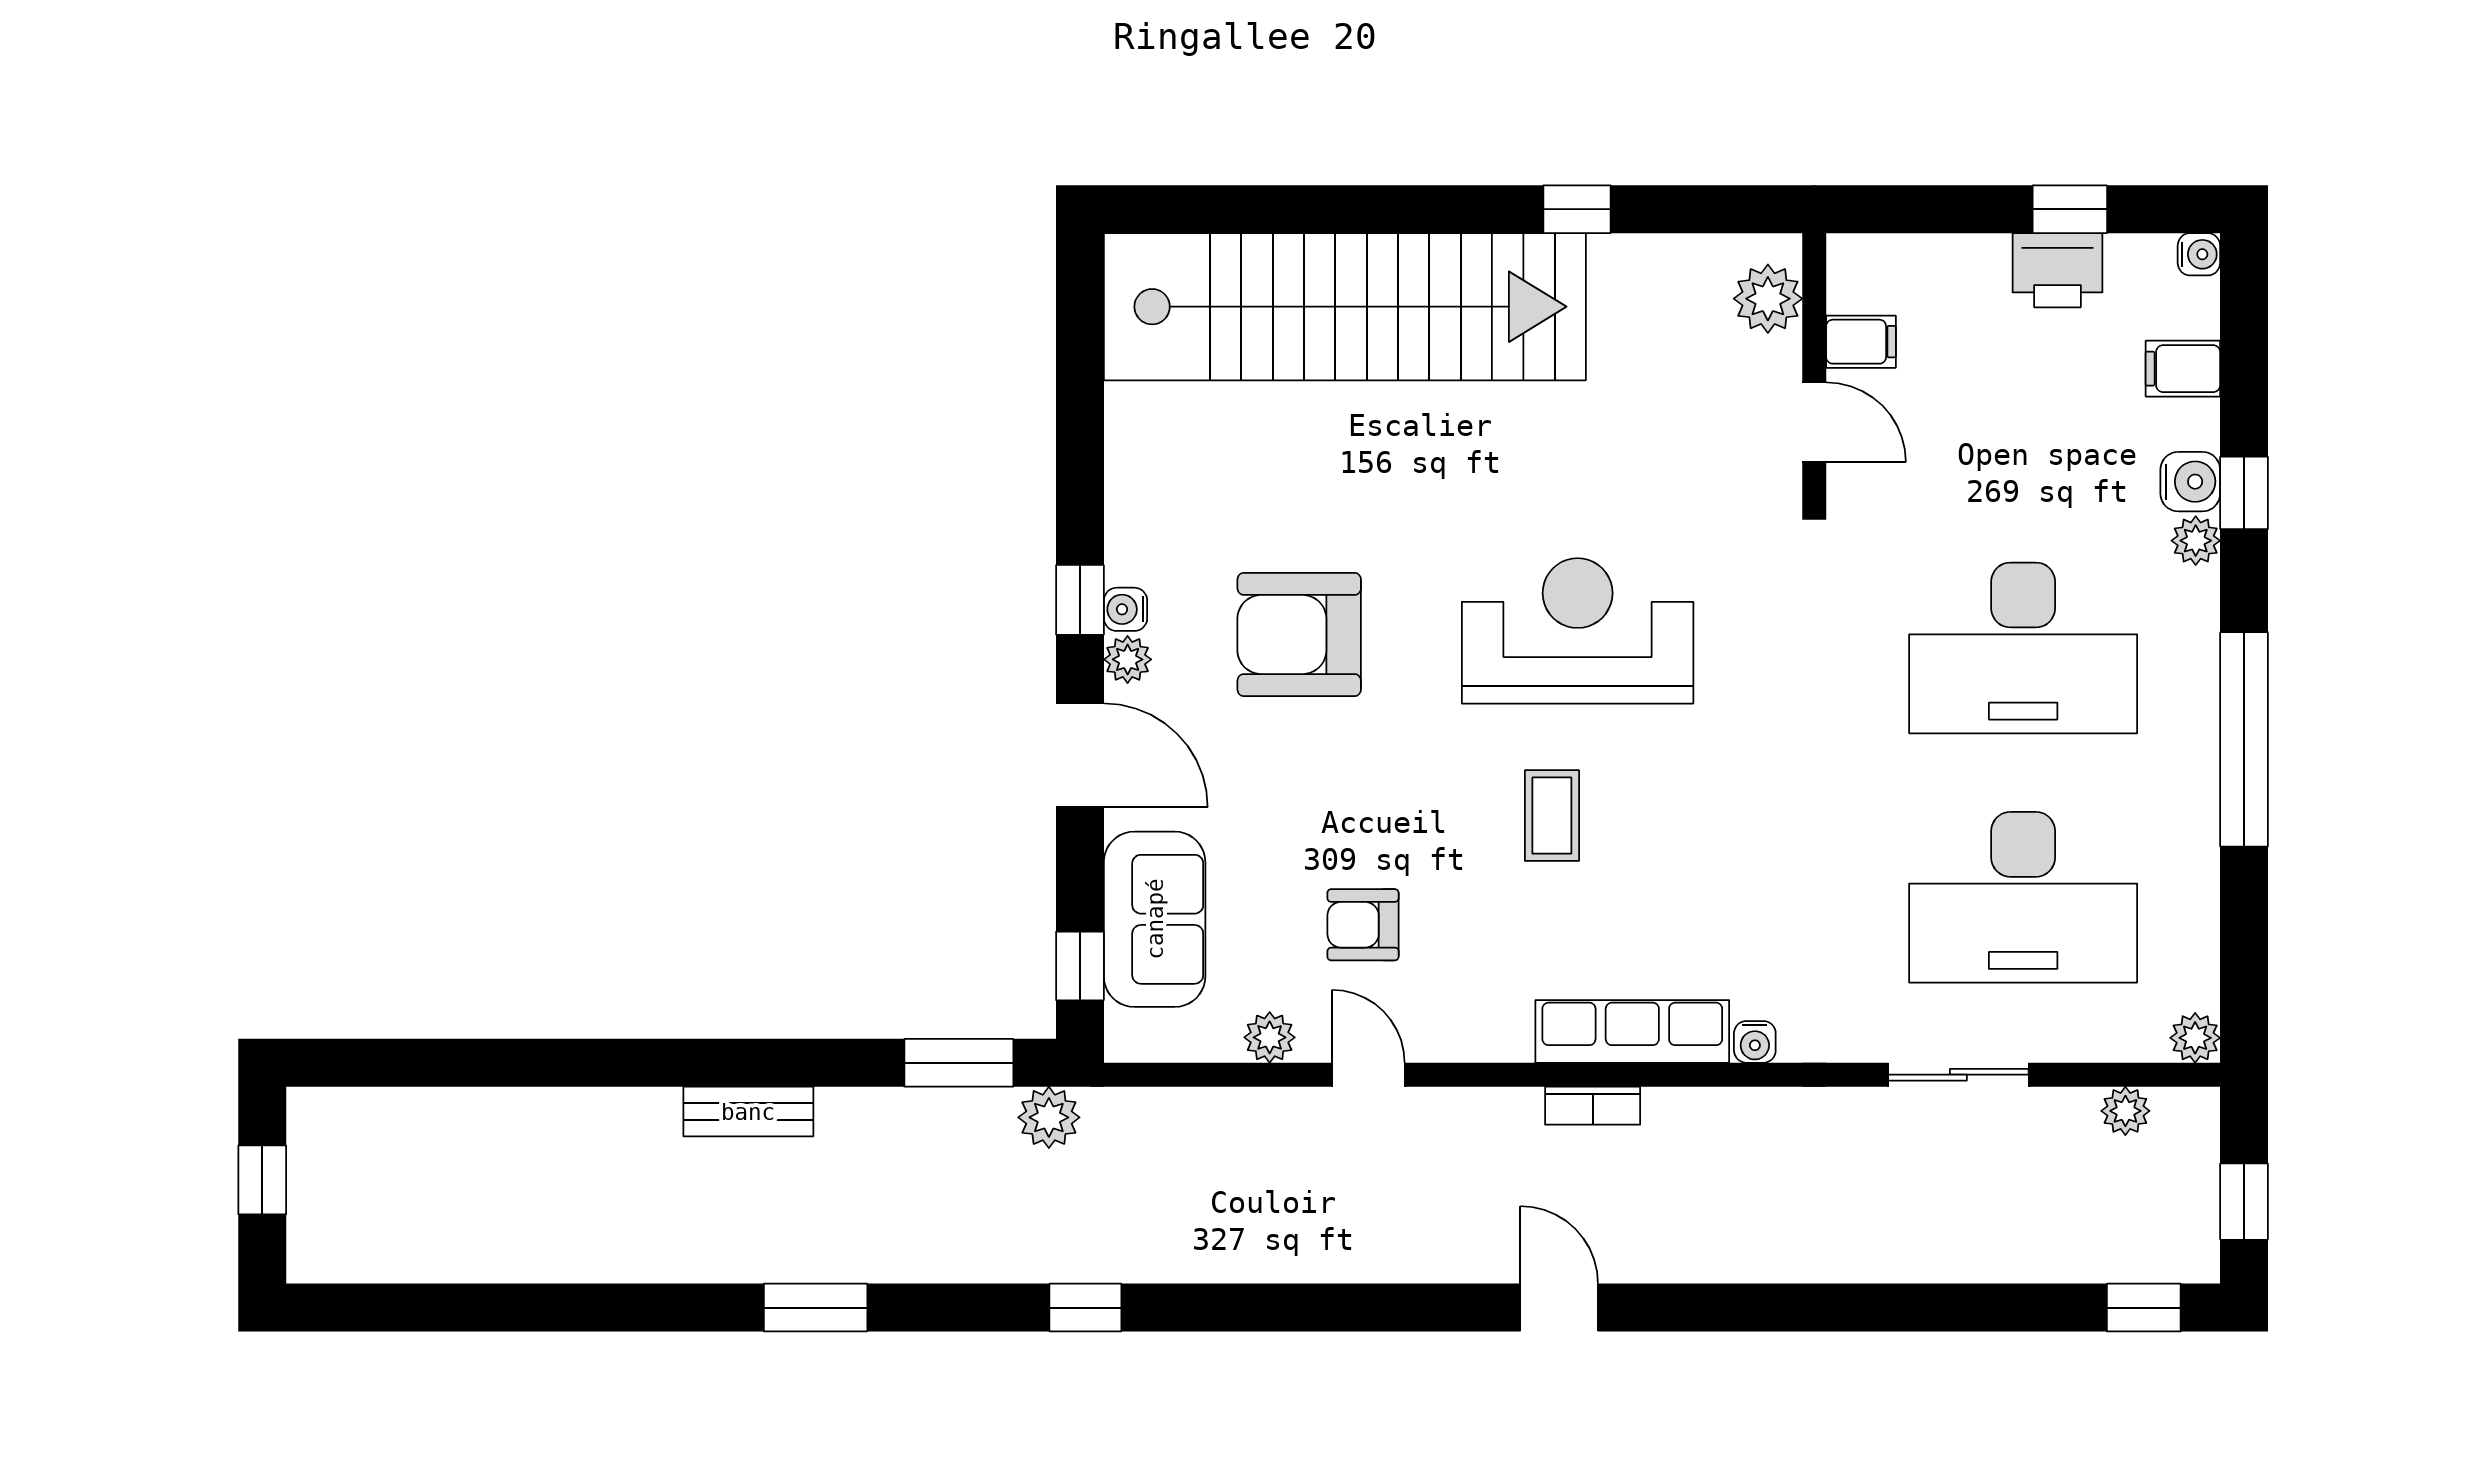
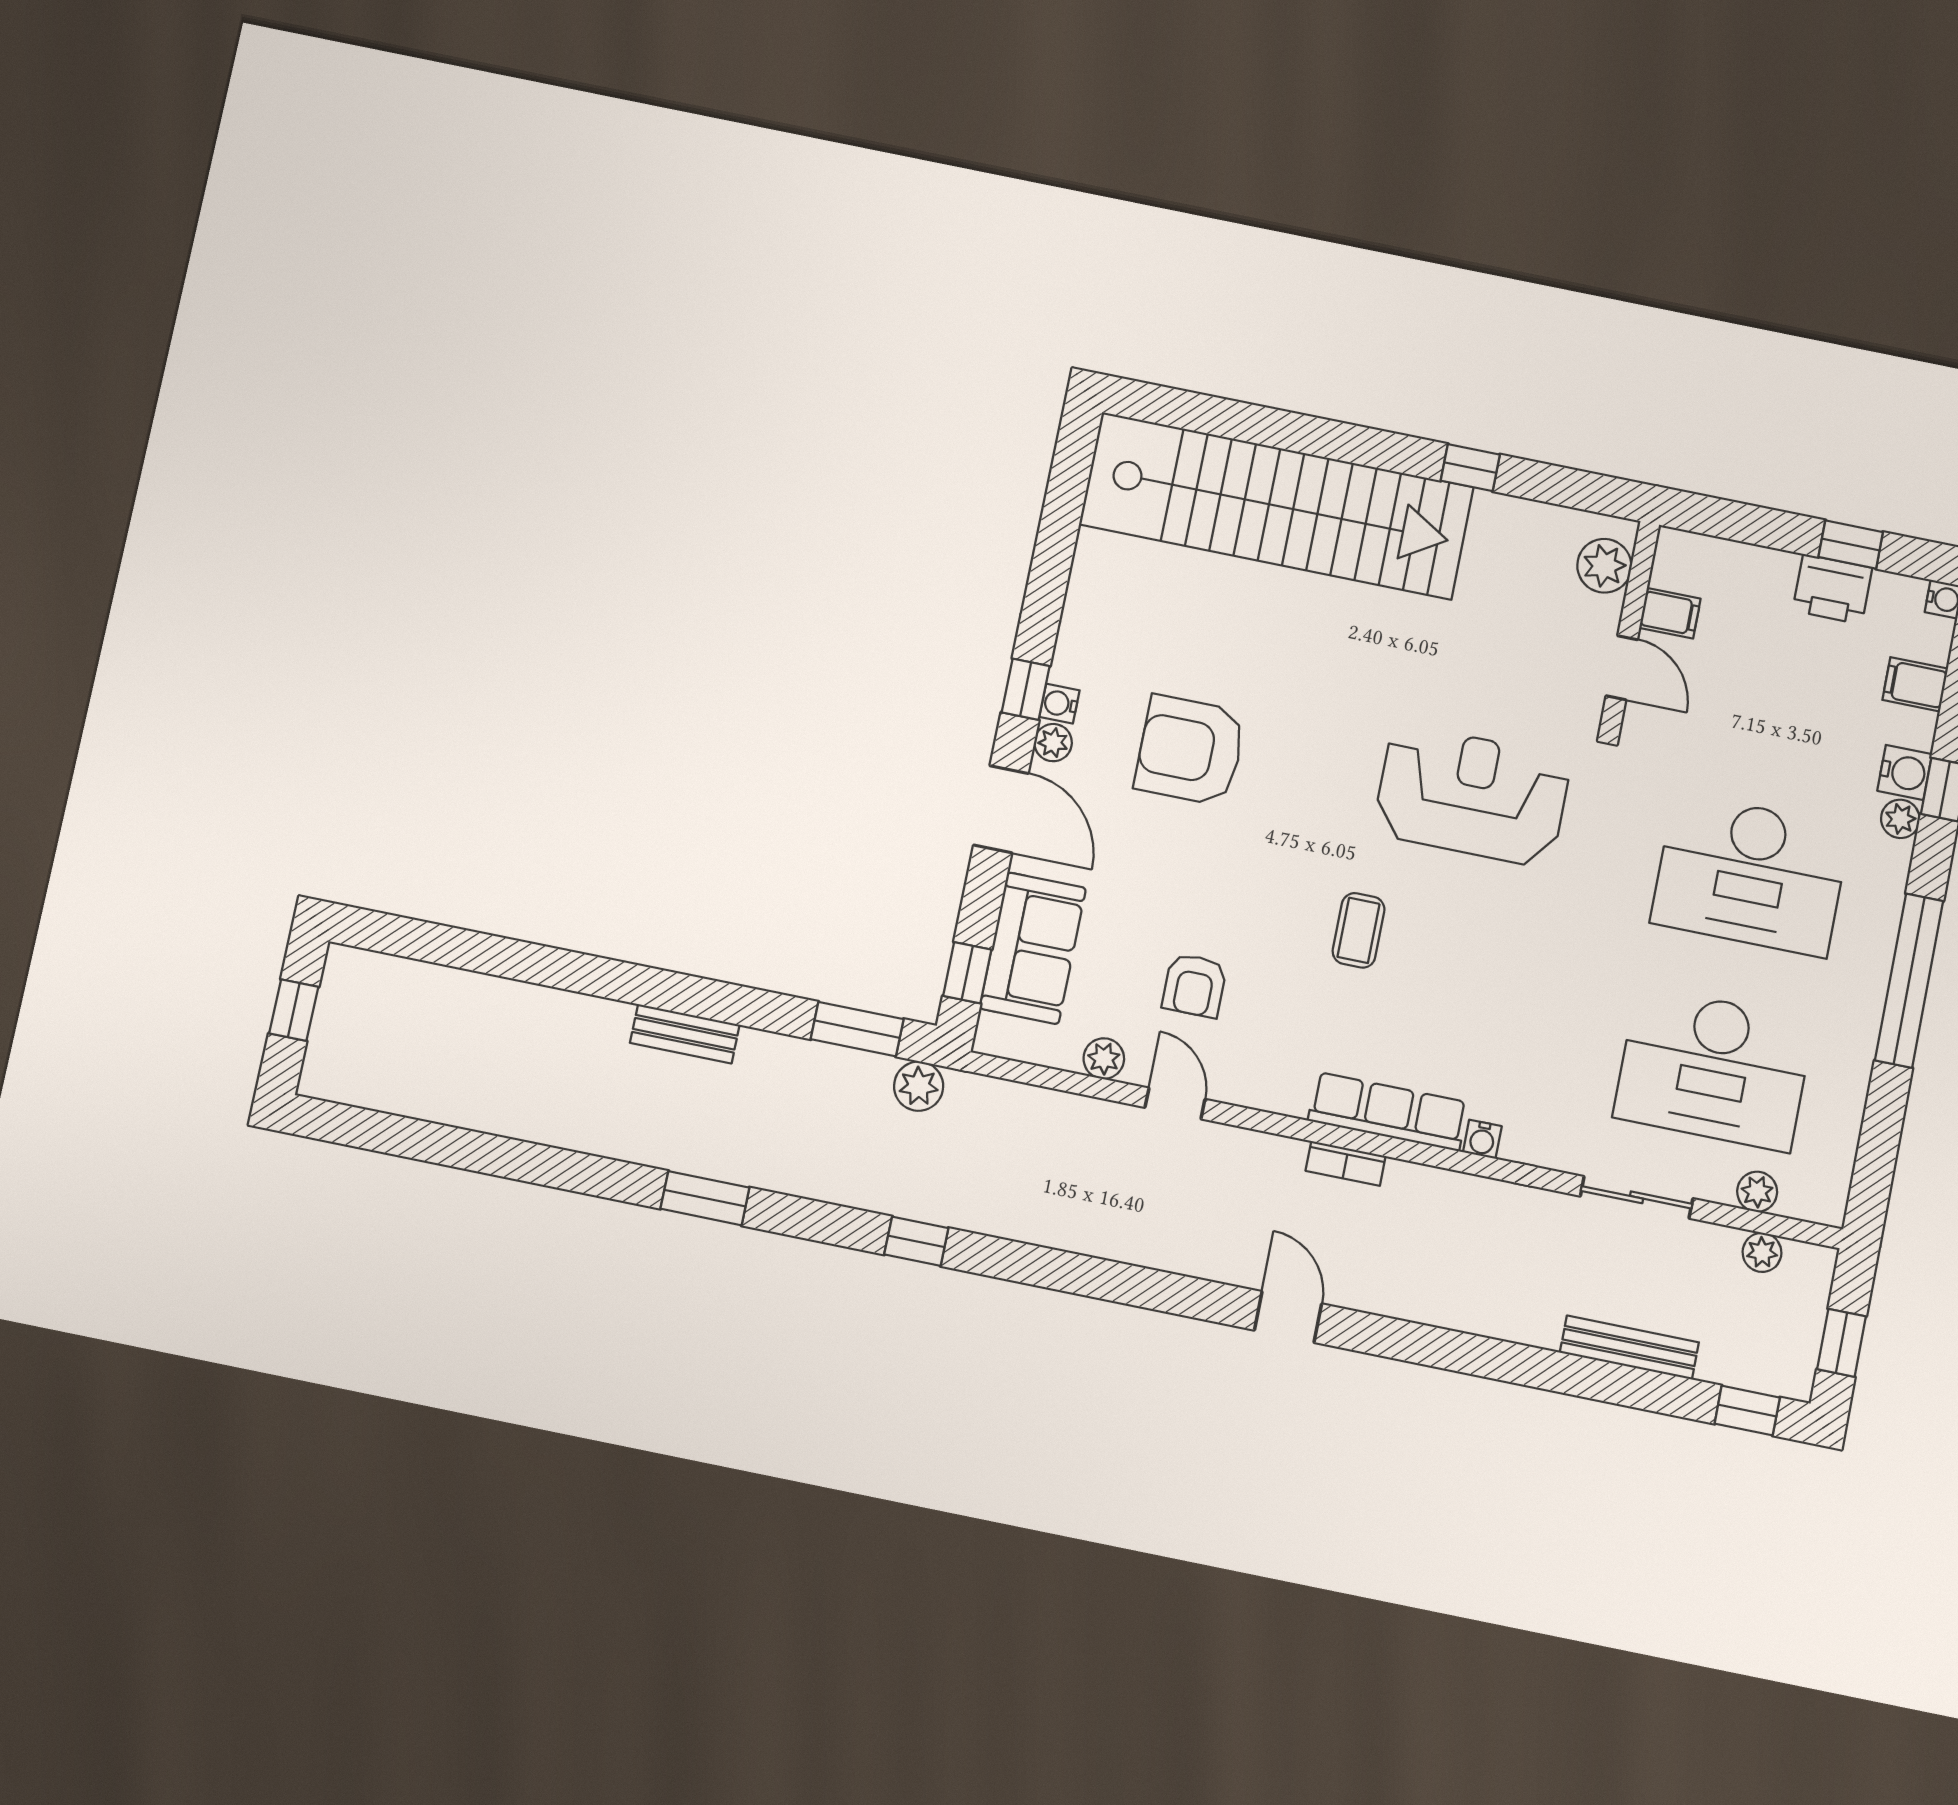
reception desk: (1578, 631) -> (1472, 795), moved
armchair: (1363, 925) -> (1194, 985), turned -90
plant: (2195, 1038) -> (1757, 1192), moved
bench: (1985, 1260) -> (1629, 1348), added

